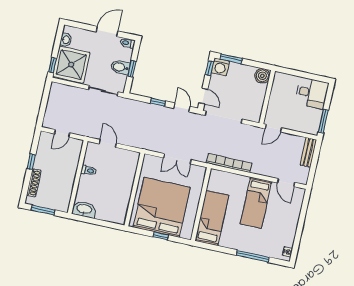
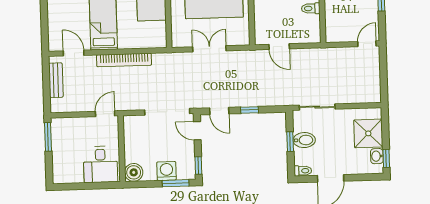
window: (52, 65) -> (386, 158), moved
shower: (71, 65) -> (368, 133), width x0.73, depth x0.73
washing machine: (220, 67) -> (166, 171), moved
desk: (312, 93) -> (100, 164), moved, turned -90
door: (62, 133) -> (367, 44), moved
door: (108, 143) -> (279, 47), moved
bench: (308, 152) -> (56, 80), moved
bookcase: (229, 163) -> (124, 60), moved

